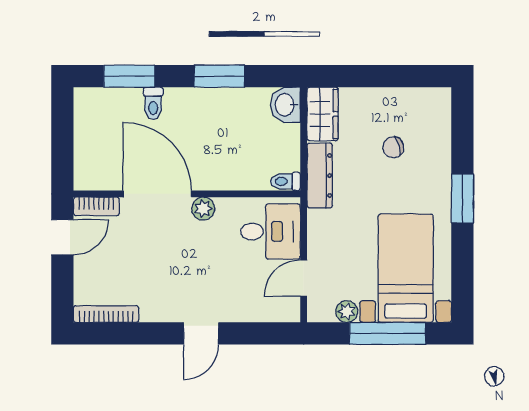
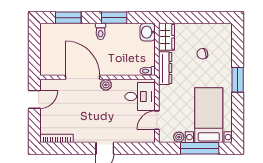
toilet: (153, 103) -> (101, 31), moved
bookcase: (96, 206) -> (52, 84), removed

